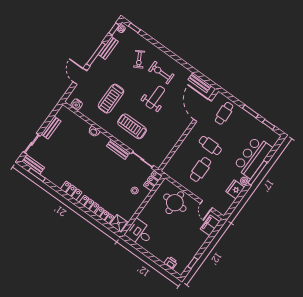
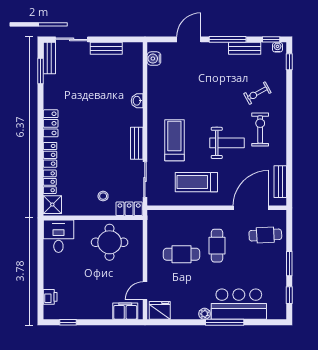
treadmill: (111, 99) -> (196, 182), moved
fridge: (235, 189) -> (160, 310), moved
round table: (175, 203) -> (110, 242), moved

